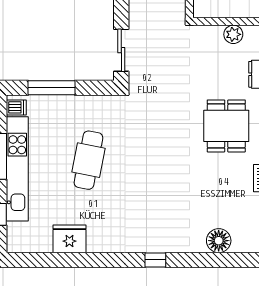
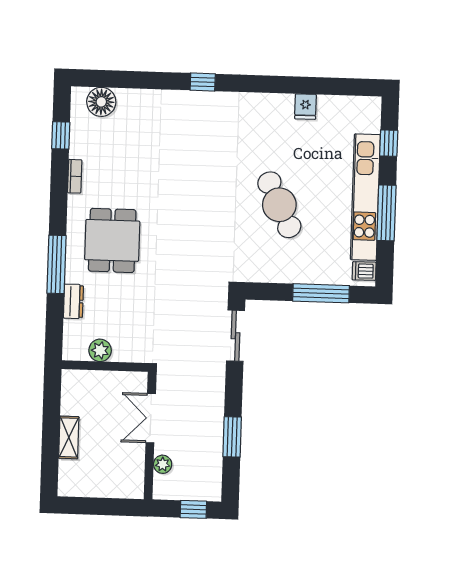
cafe table: (88, 160) -> (279, 205), turned -37
fridge: (69, 239) -> (305, 107), width x0.53, depth x0.75
floor lamp: (219, 241) -> (101, 102), moved

